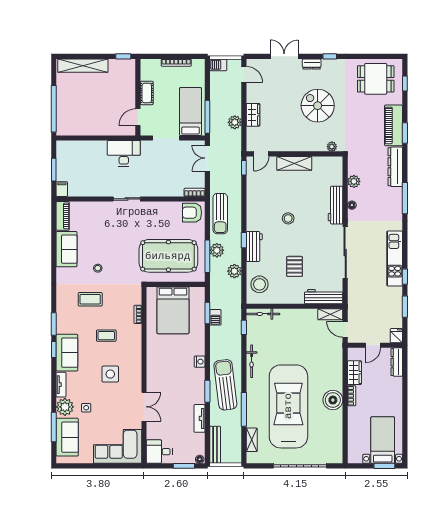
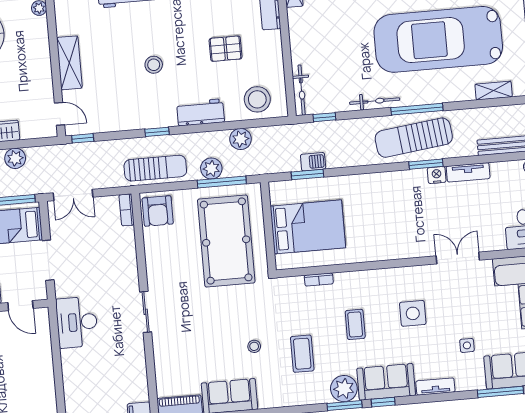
window: (244, 240) -> (157, 132), moved
nightstand: (200, 362) -> (437, 175), moved
plant: (65, 407) -> (344, 389), moved
window: (244, 409) -> (417, 109), moved

